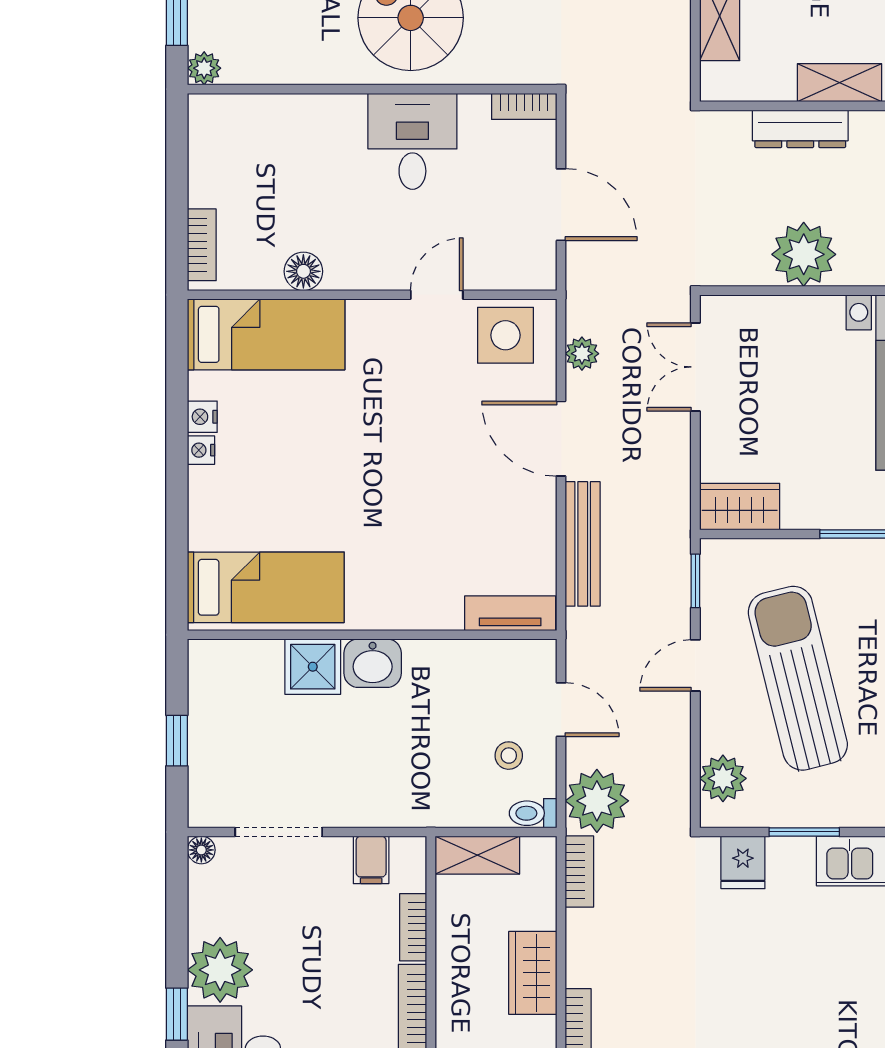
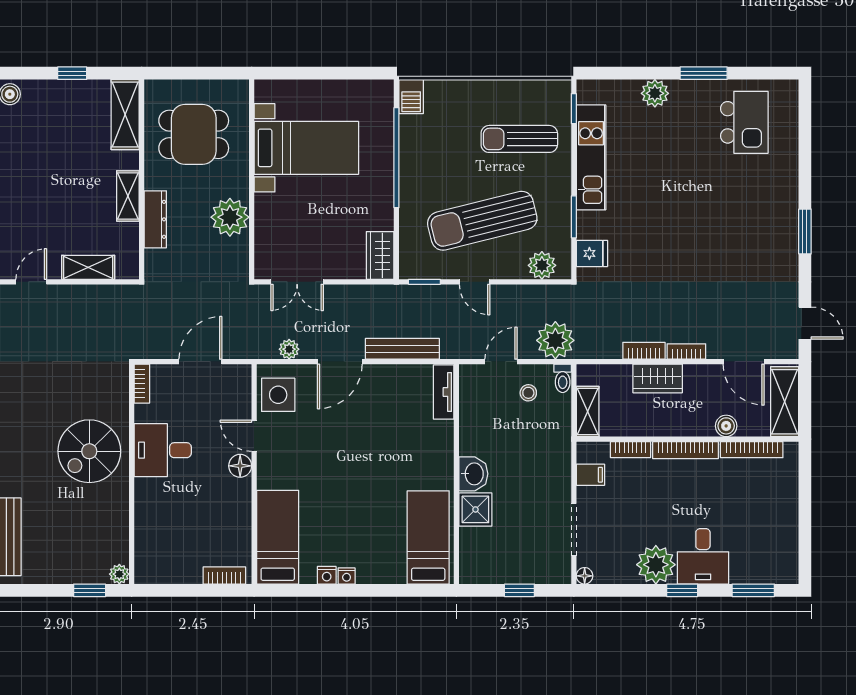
floor lamp: (303, 271) -> (240, 466), moved
bookcase: (579, 872) -> (644, 351), moved

